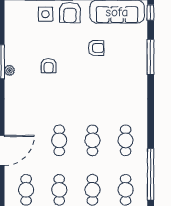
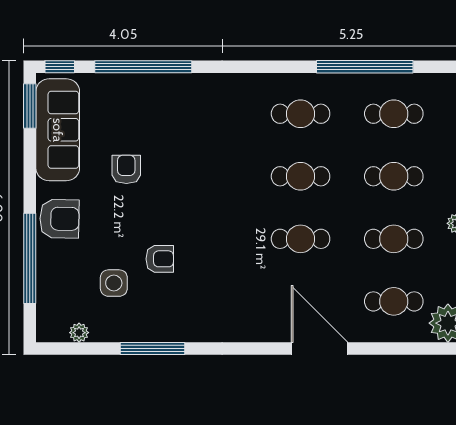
side table: (45, 14) -> (114, 283), moved
window: (151, 57) -> (143, 67), width x1.46
plant: (10, 70) -> (79, 333), moved

